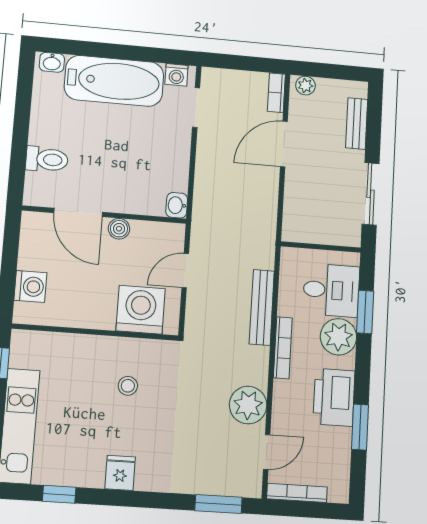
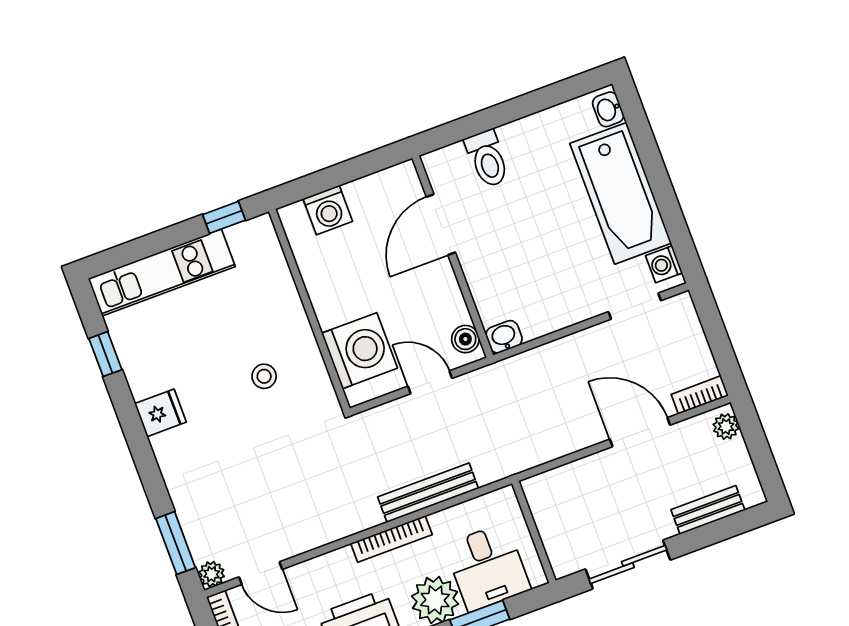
boiler: (119, 229) -> (465, 339), moved
plant: (248, 405) -> (212, 574), moved, width x0.53, depth x0.53

